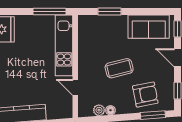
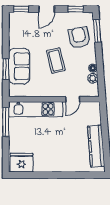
sofa: (149, 27) -> (19, 66), moved

